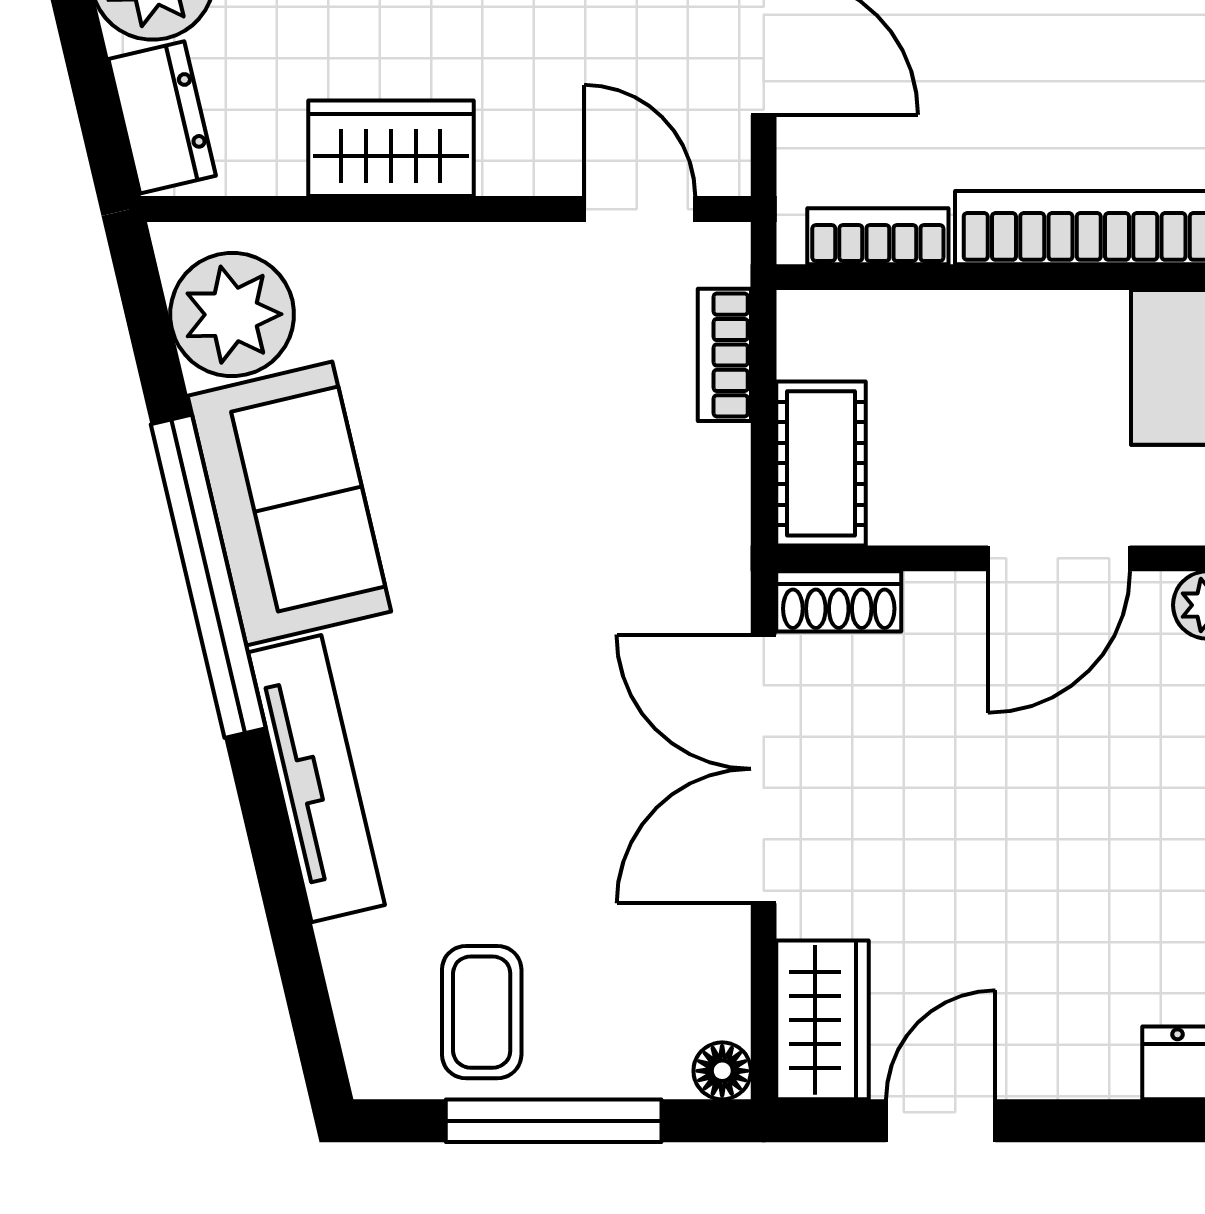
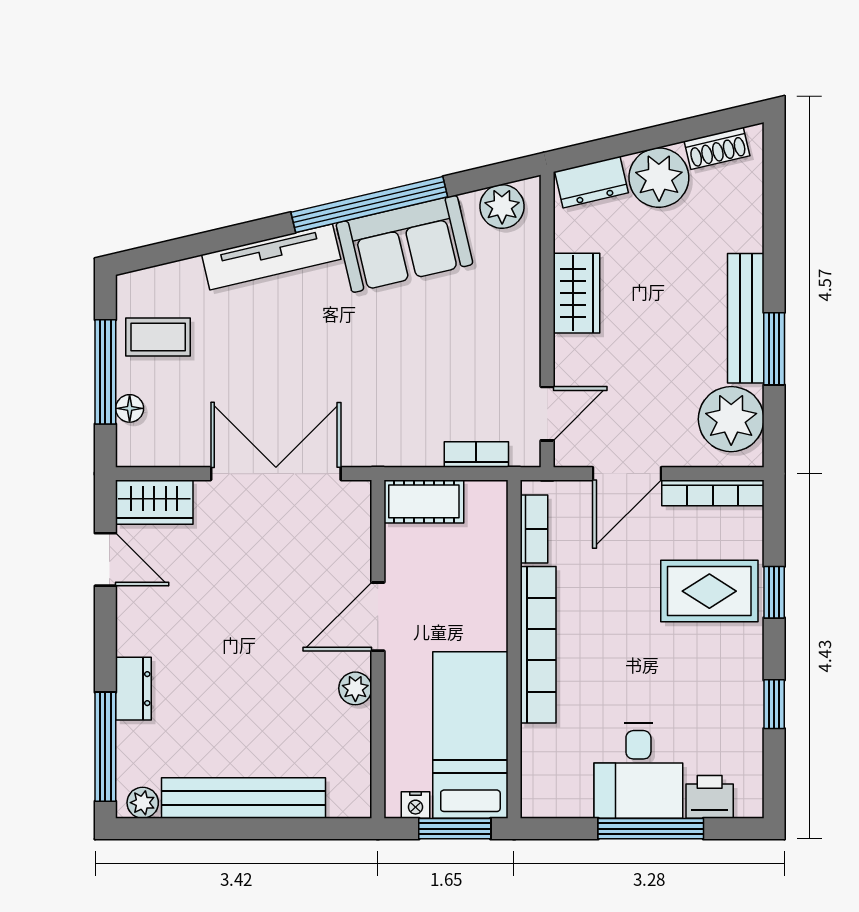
plant: (232, 315) -> (502, 206), width x0.73, depth x0.73
door: (1059, 558) -> (378, 617), hinge flipped
shoe rack: (839, 601) -> (357, 510), removed
floor lamp: (722, 1071) -> (130, 408), moved

